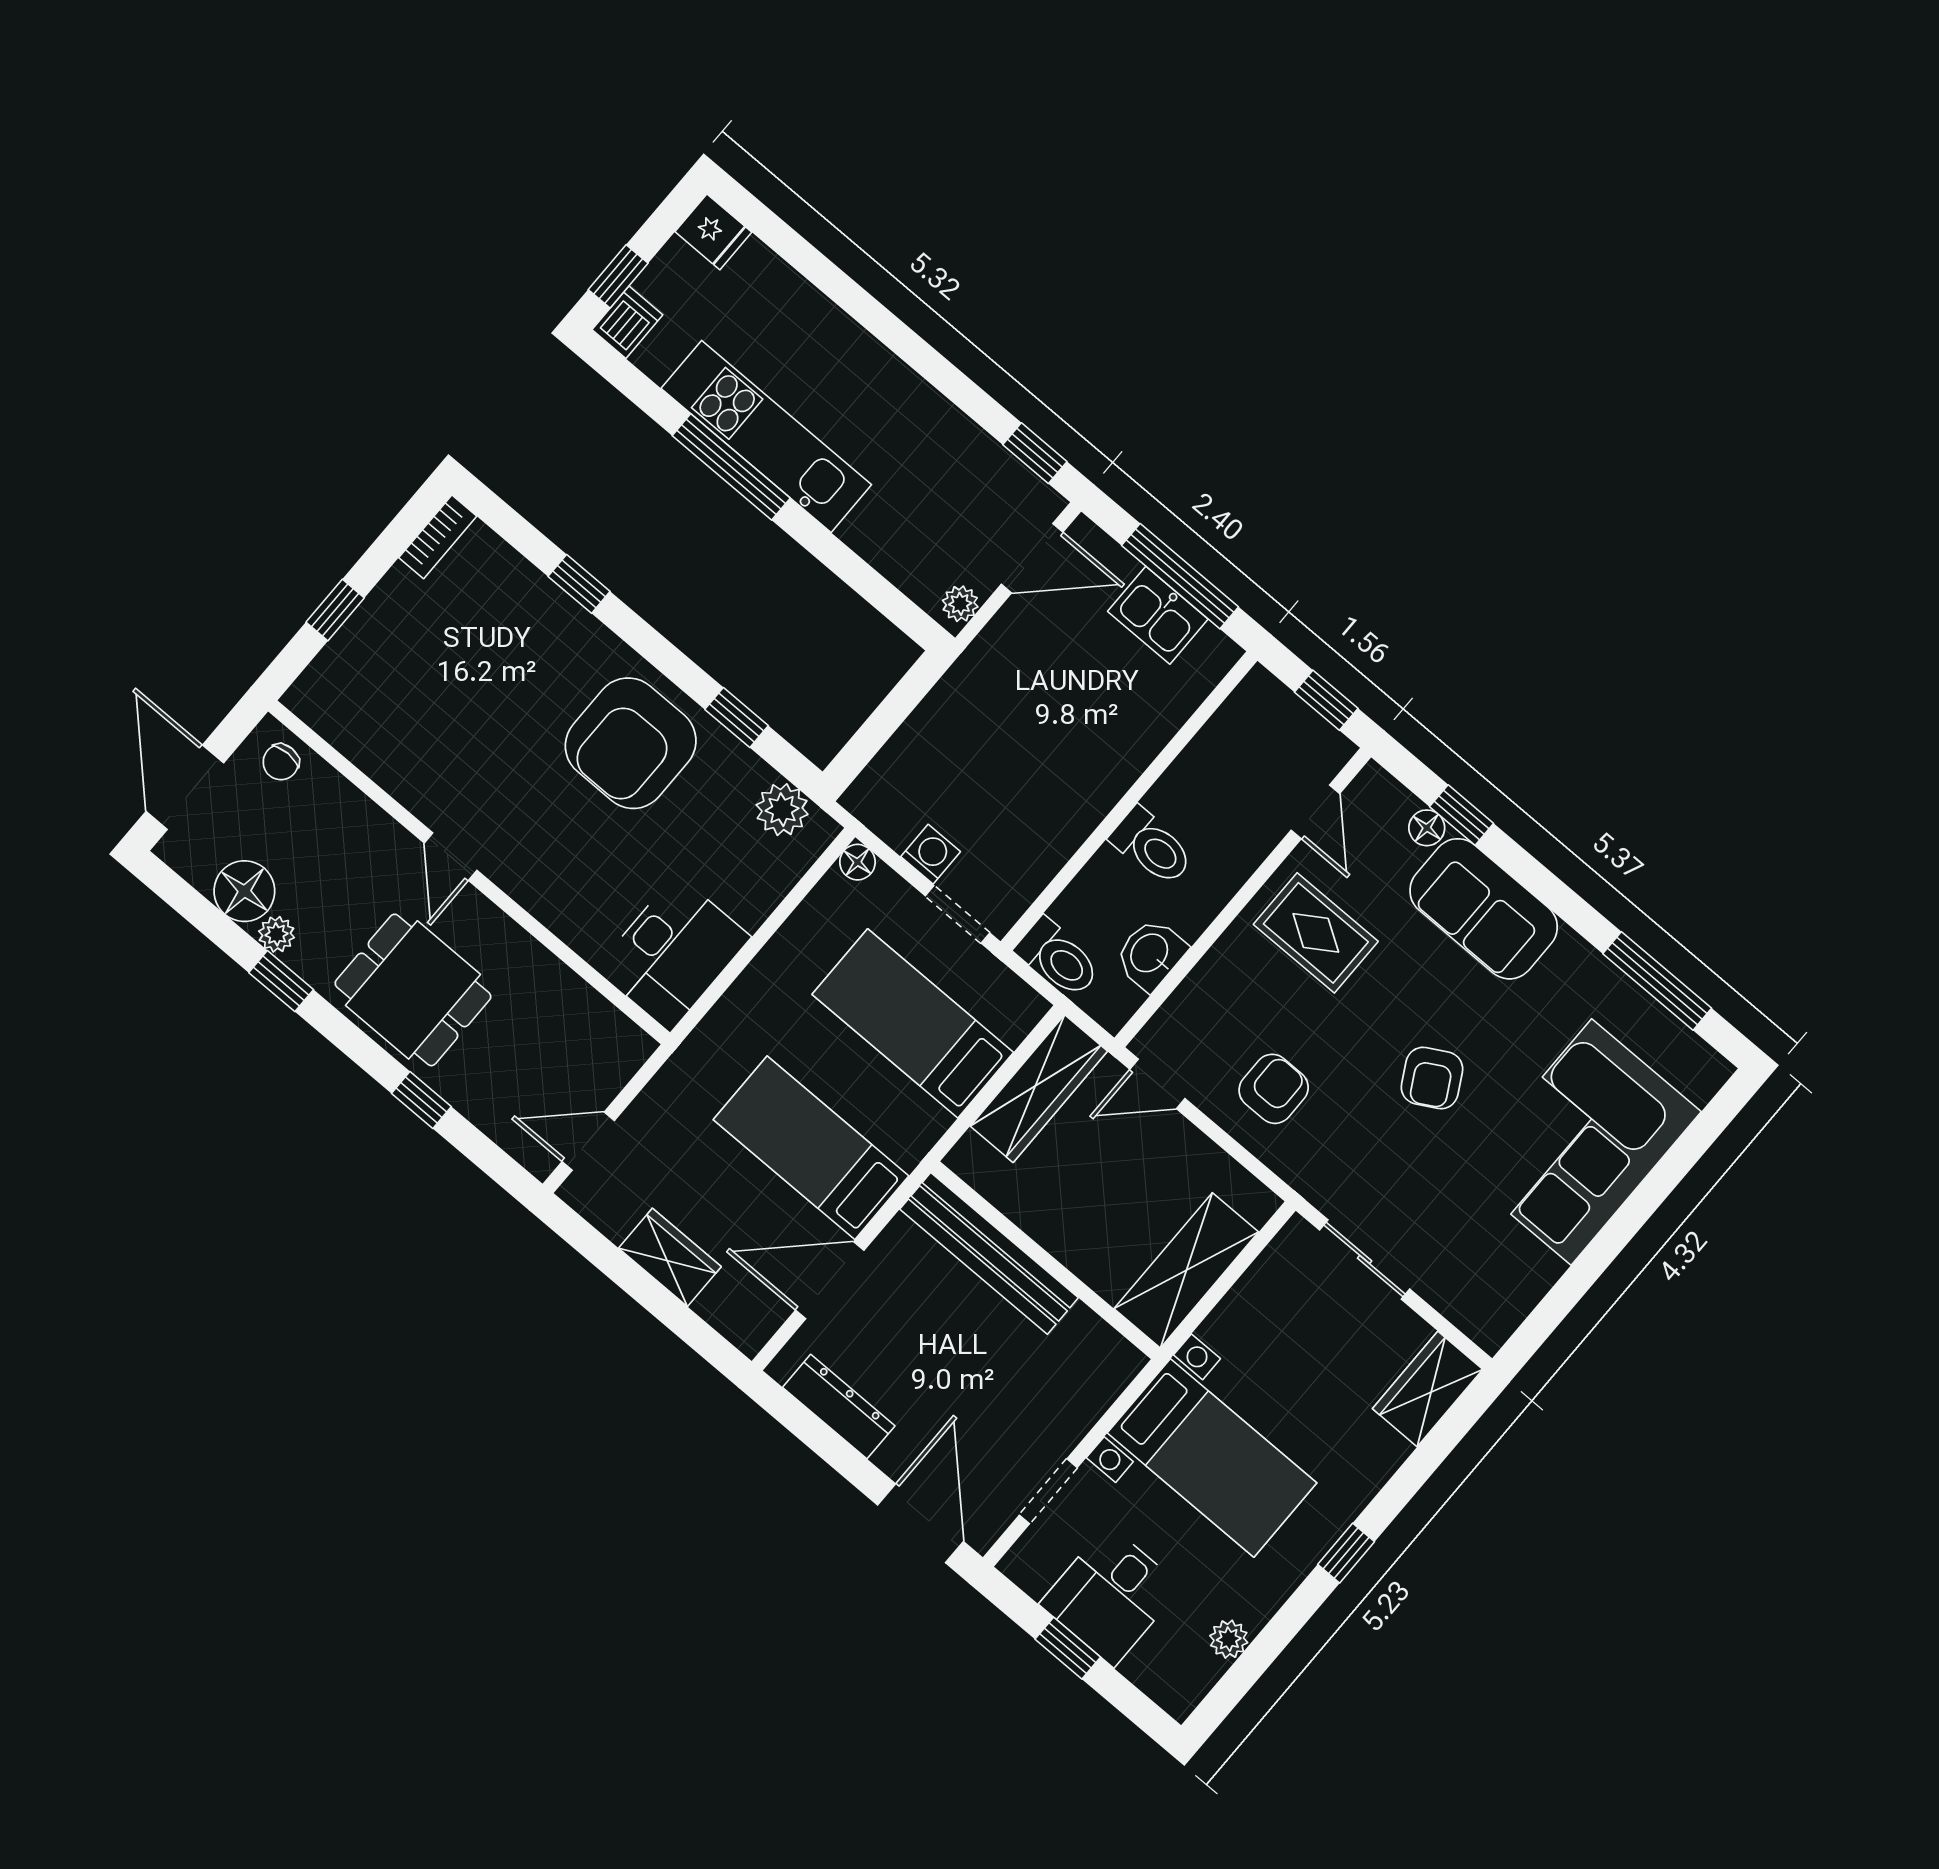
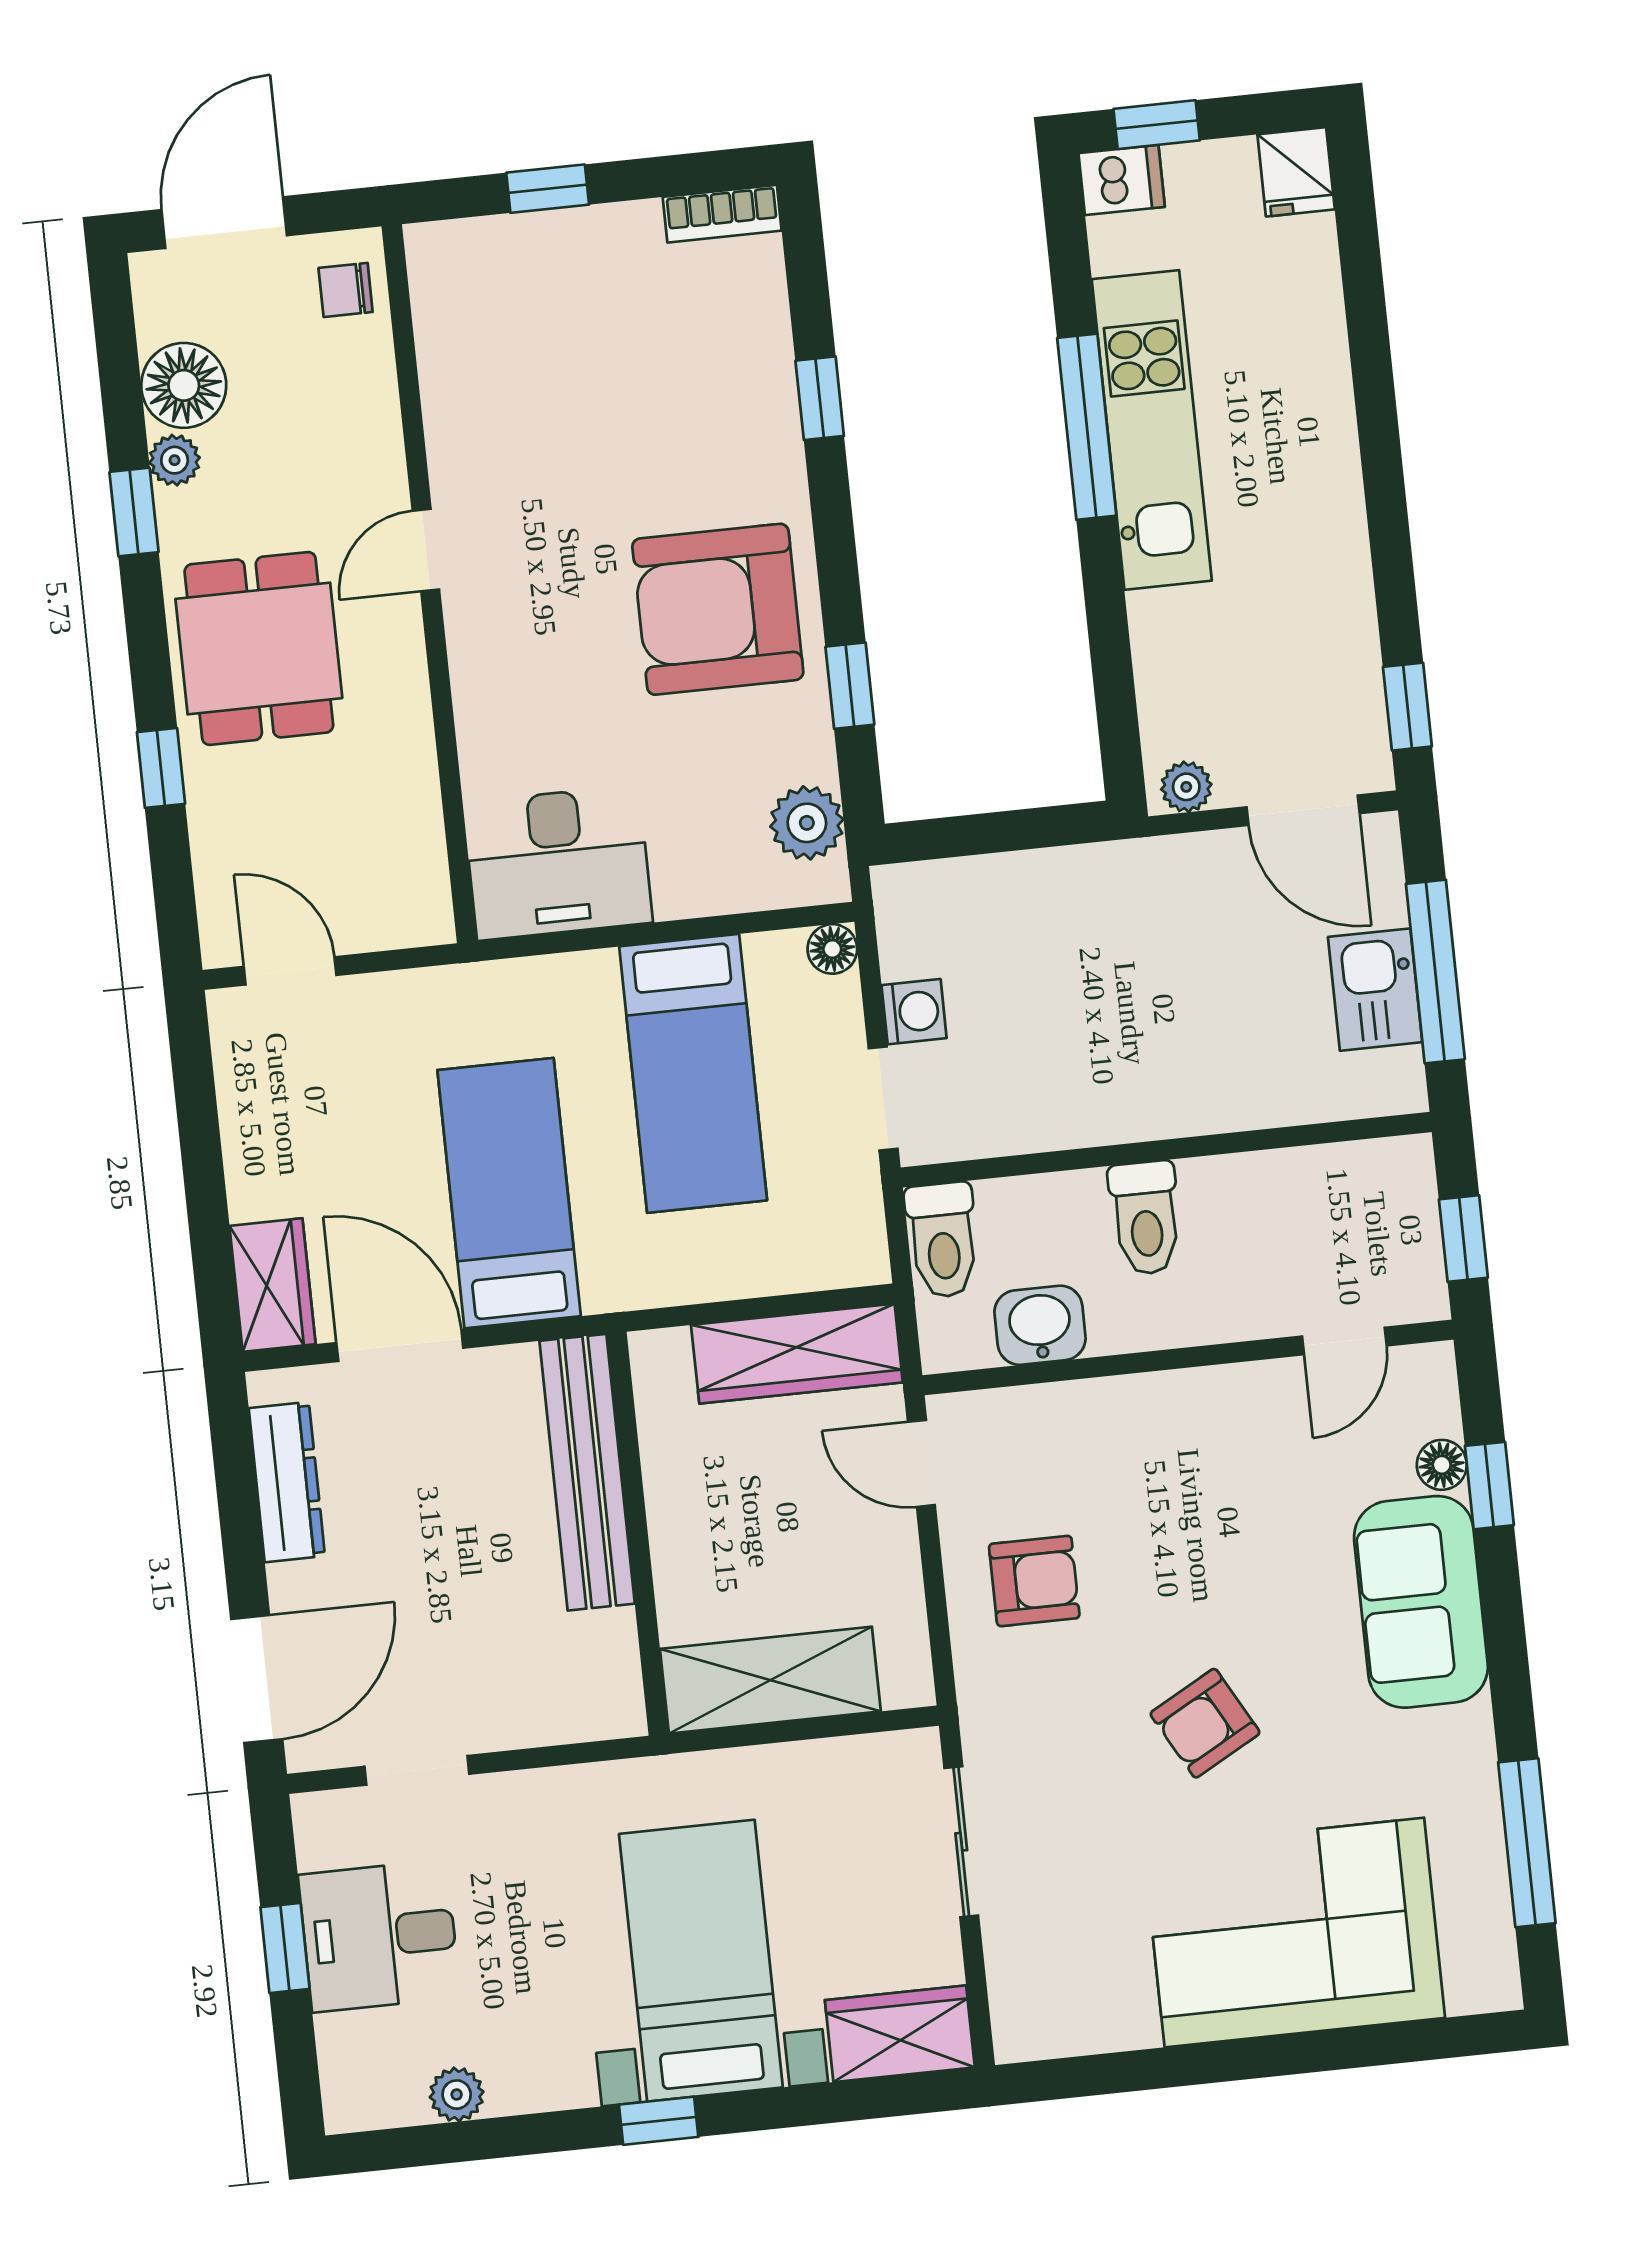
rug: (1316, 933) -> (1228, 1464), removed
bed: (913, 1023) -> (693, 1073), moved, turned 180
wardrobe: (670, 1257) -> (272, 1285), moved
bed with nightstands: (1212, 1458) -> (701, 1961), moved, turned 180

